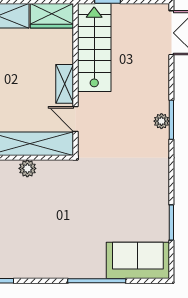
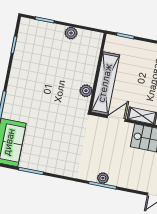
plant: (27, 168) -> (86, 91), moved

